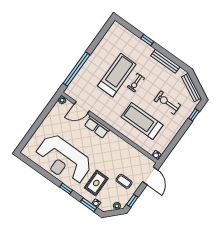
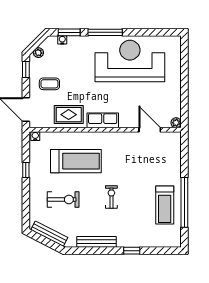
window: (76, 69) -> (184, 202), moved
treadmill: (117, 75) -> (165, 205), moved, width x0.73, depth x0.73
door: (82, 108) -> (150, 130), hinge flipped
window: (194, 115) -> (26, 170), moved
row of seats: (97, 127) -> (103, 120), moved
rug: (96, 183) -> (69, 115), moved, turned 90
window: (66, 189) -> (105, 32), width x2.17

